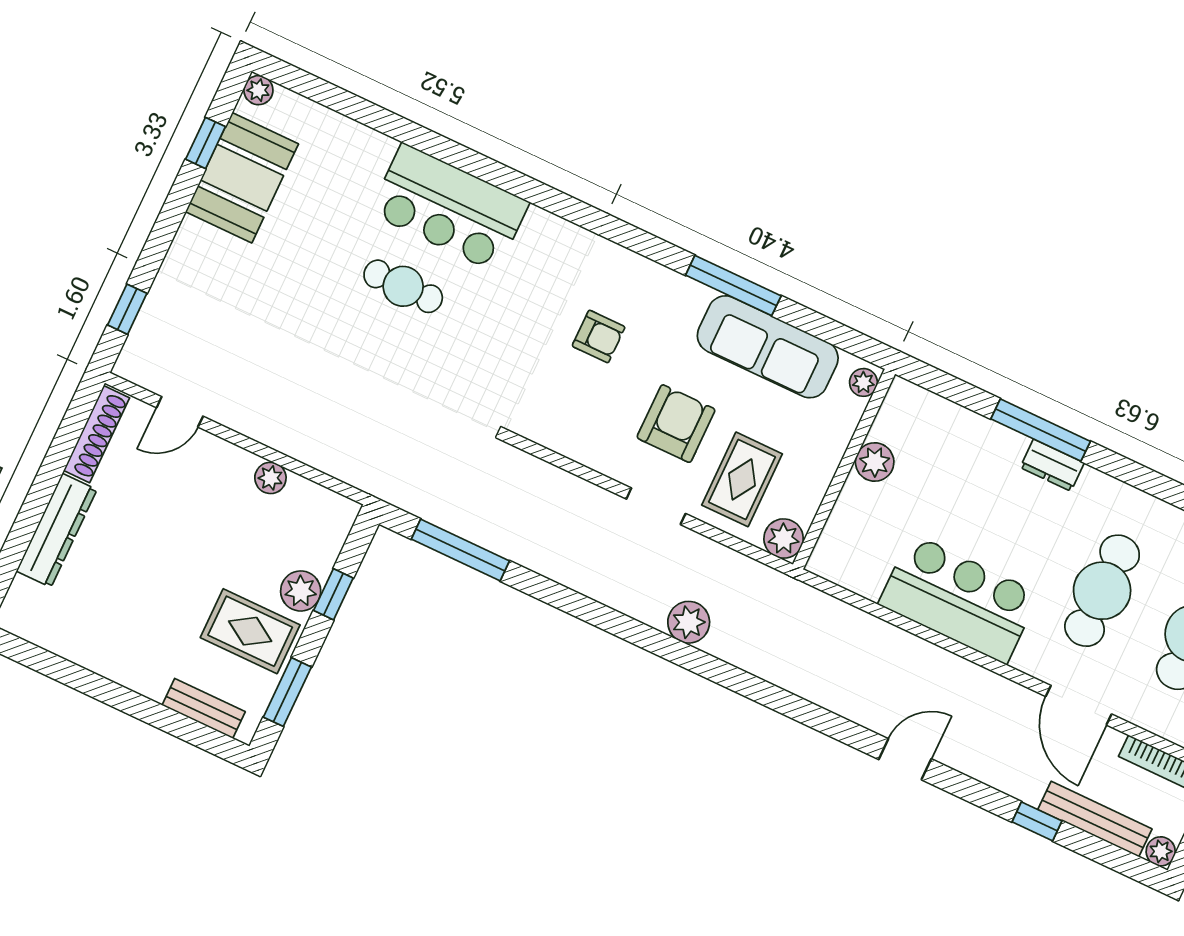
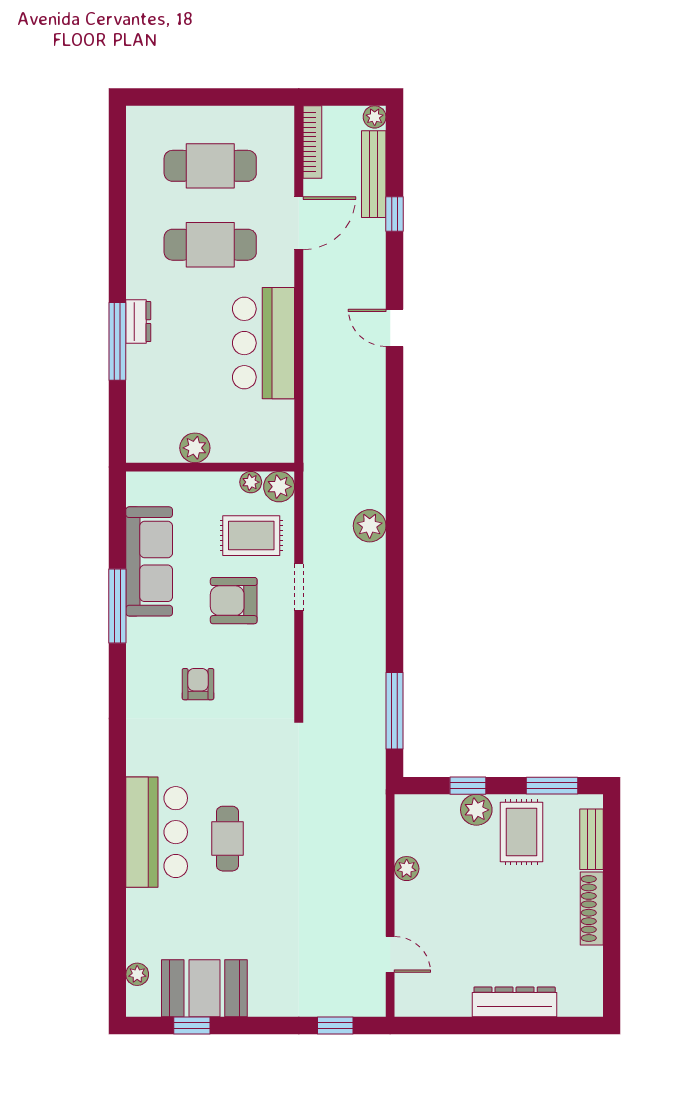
plant: (258, 90) -> (137, 974), moved
plant: (863, 382) -> (251, 482), moved
shoe rack: (97, 434) -> (592, 909), moved, turned -90

